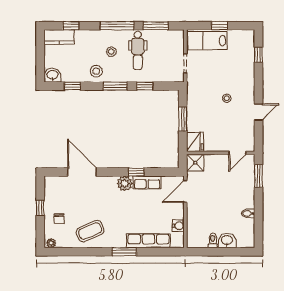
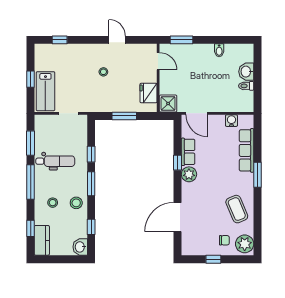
stool: (111, 52) -> (53, 203), moved
fridge: (195, 142) -> (148, 93), moved, turned -90
plant: (51, 243) -> (245, 244), width x1.88, depth x1.88

